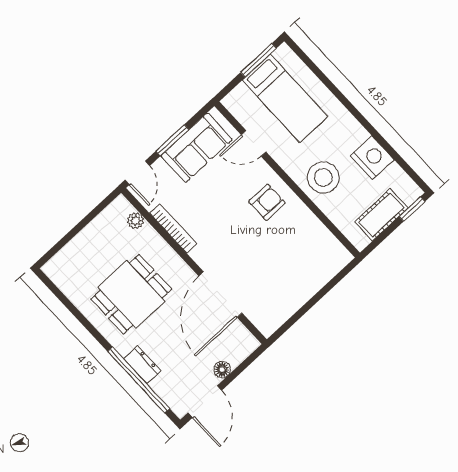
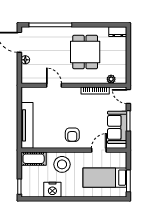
cot: (381, 215) -> (34, 159), moved, turned 90
tv unit: (314, 280) -> (27, 125), added
door: (220, 295) -> (54, 85), width x0.53
dresser: (142, 365) -> (118, 32), moved

